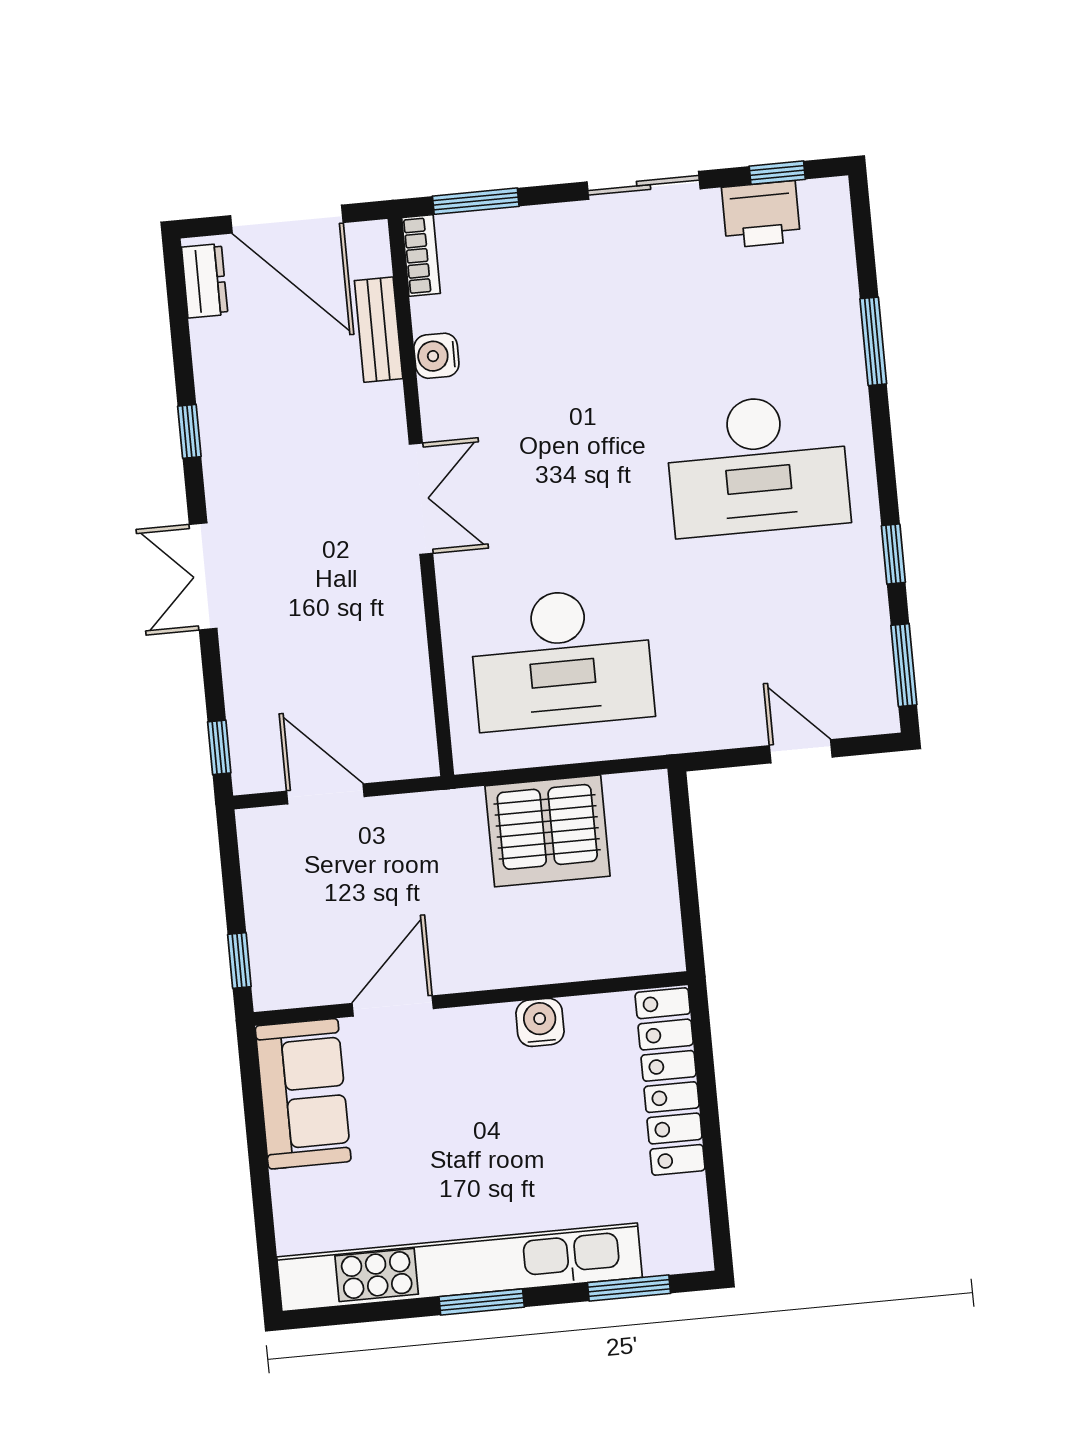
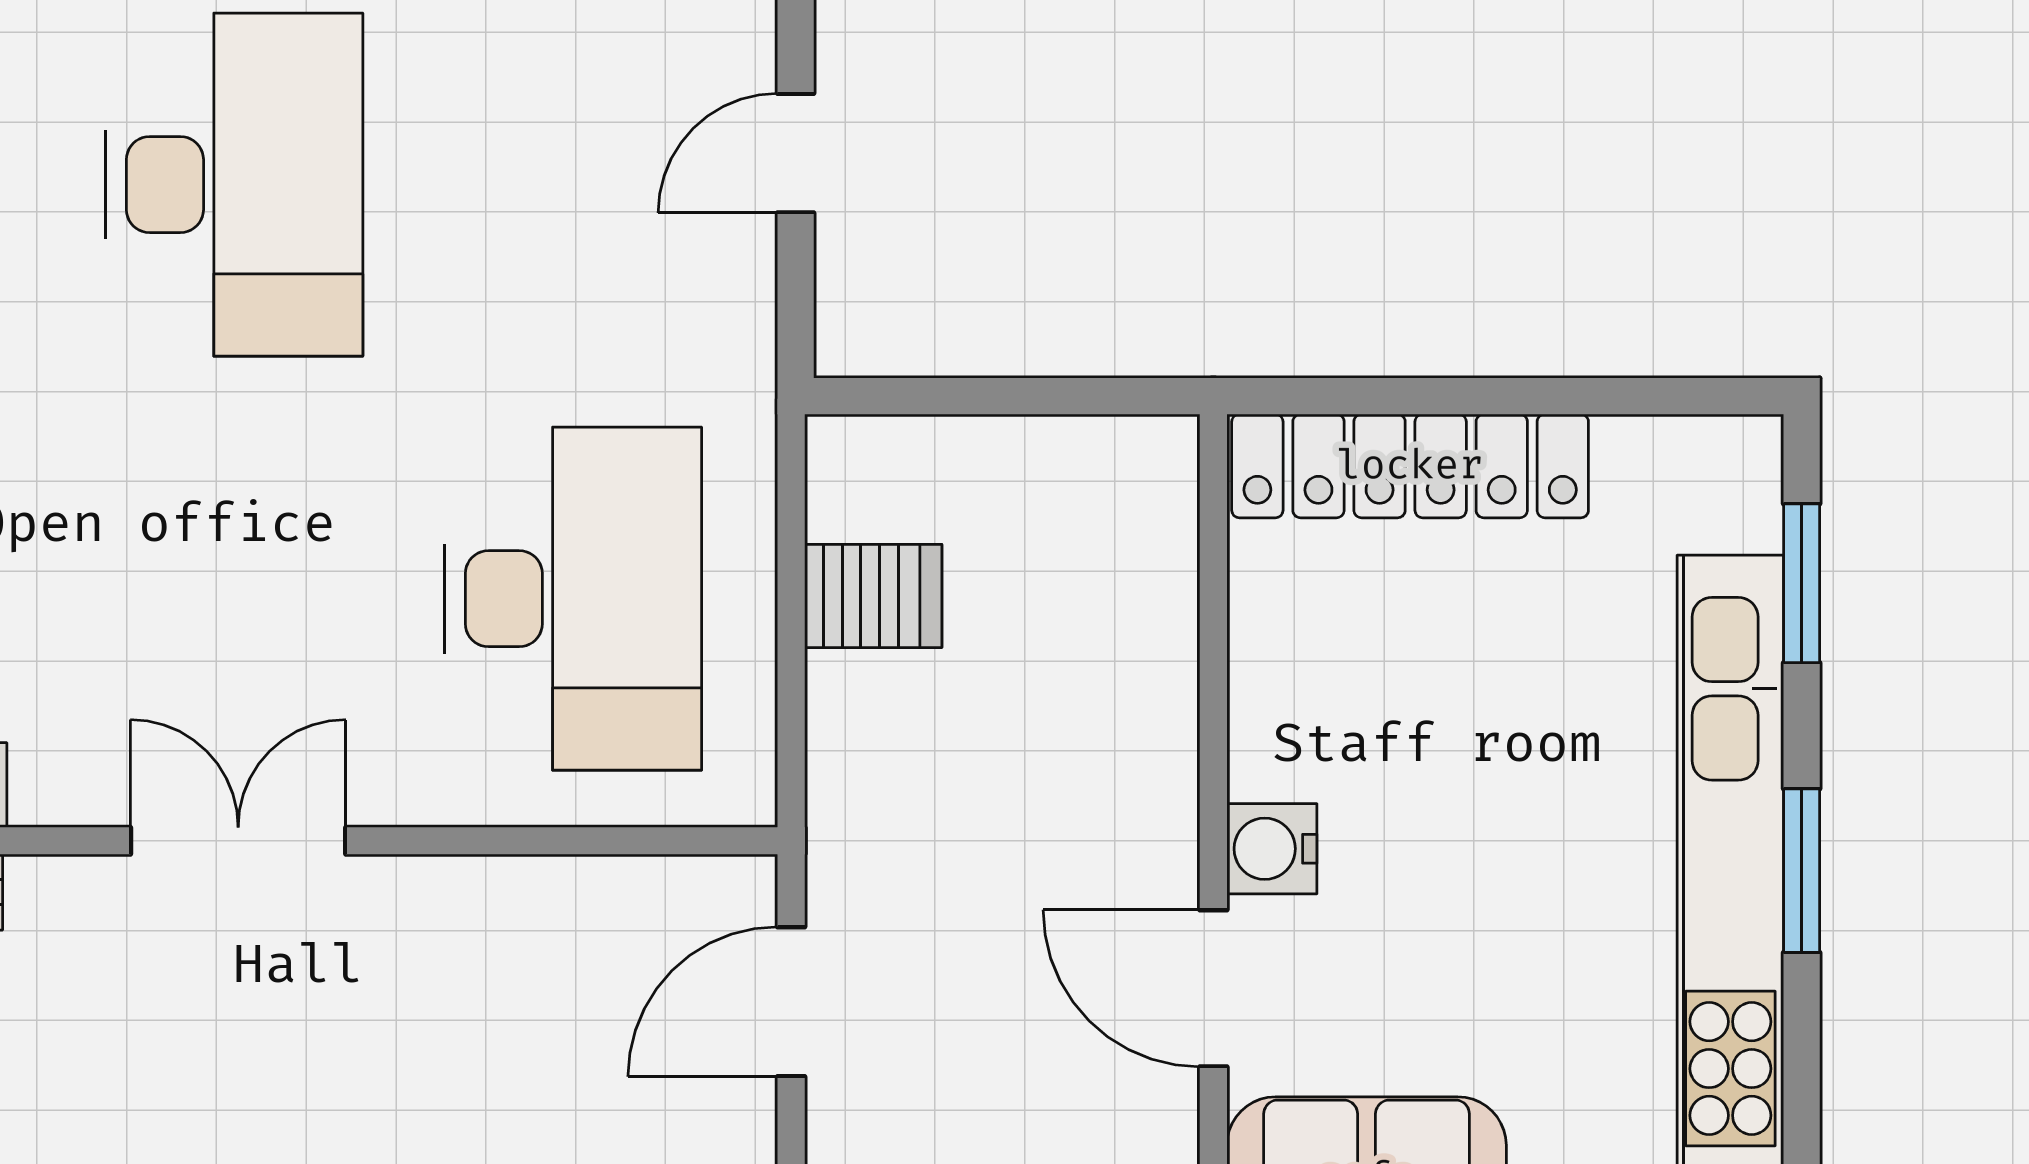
door: (325, 794) -> (791, 1002), moved
server rack: (548, 831) -> (873, 596), width x0.46, depth x0.70
water cooler: (540, 1022) -> (1272, 849), moved

